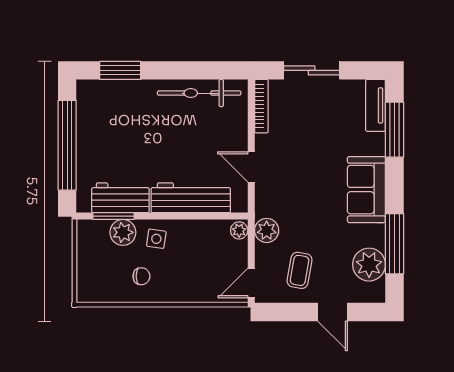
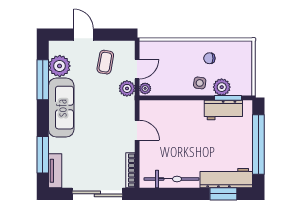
sliding door: (312, 70) -> (97, 194), width x1.37
sofa: (366, 190) -> (61, 108), width x1.36
workbench: (191, 198) -> (226, 178), moved, turned 180
door: (251, 283) -> (137, 69), moved

